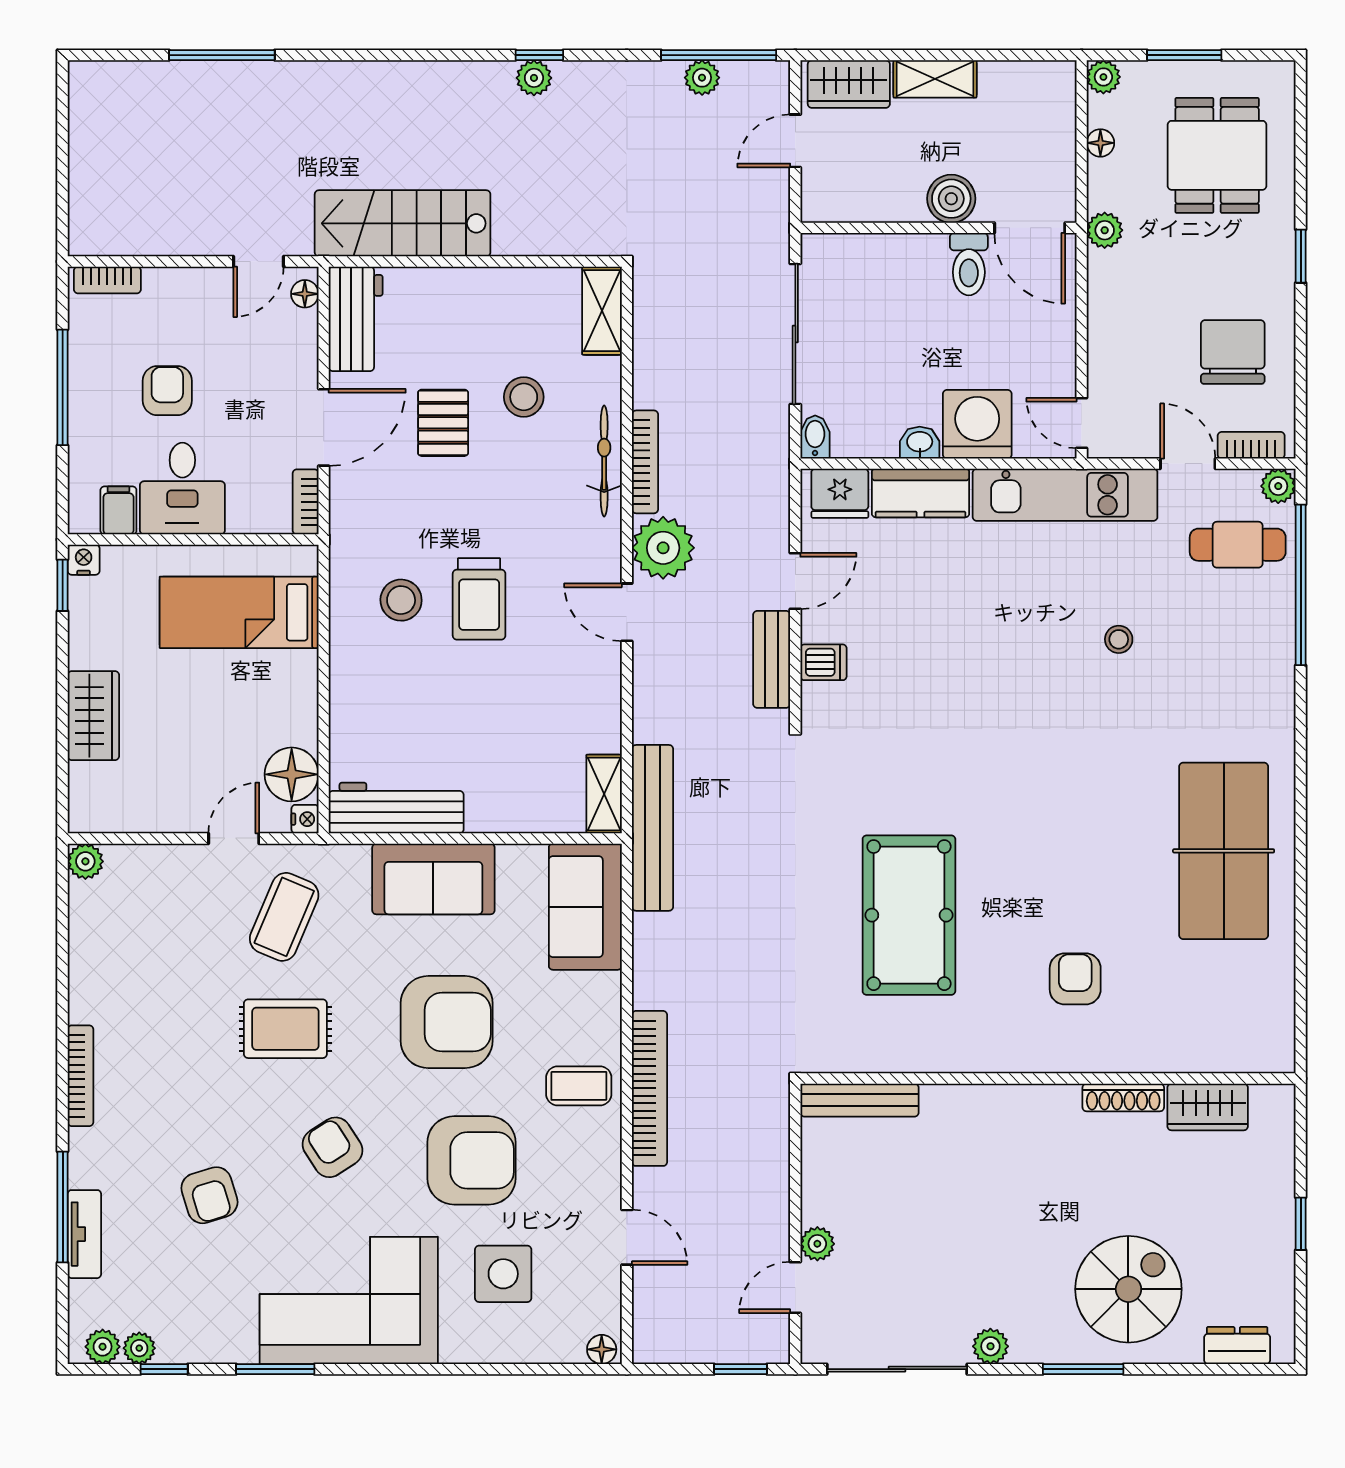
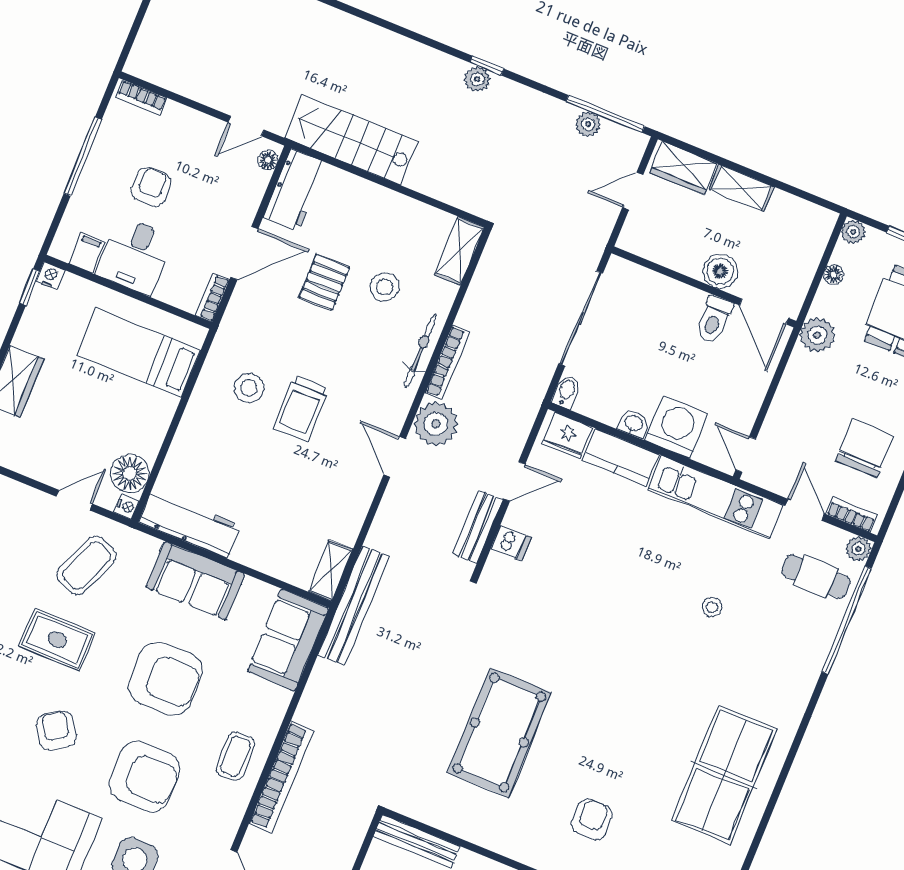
plant: (1105, 230) -> (817, 335), width x1.38, depth x1.38
coffee table: (579, 1086) -> (235, 756), turned 90

